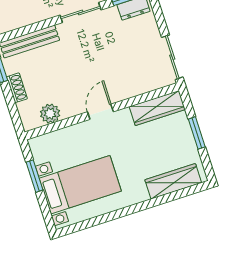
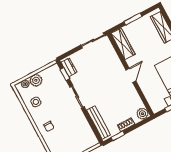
door: (100, 112) -> (131, 75), swing flipped
plant: (50, 114) -> (142, 114), moved

